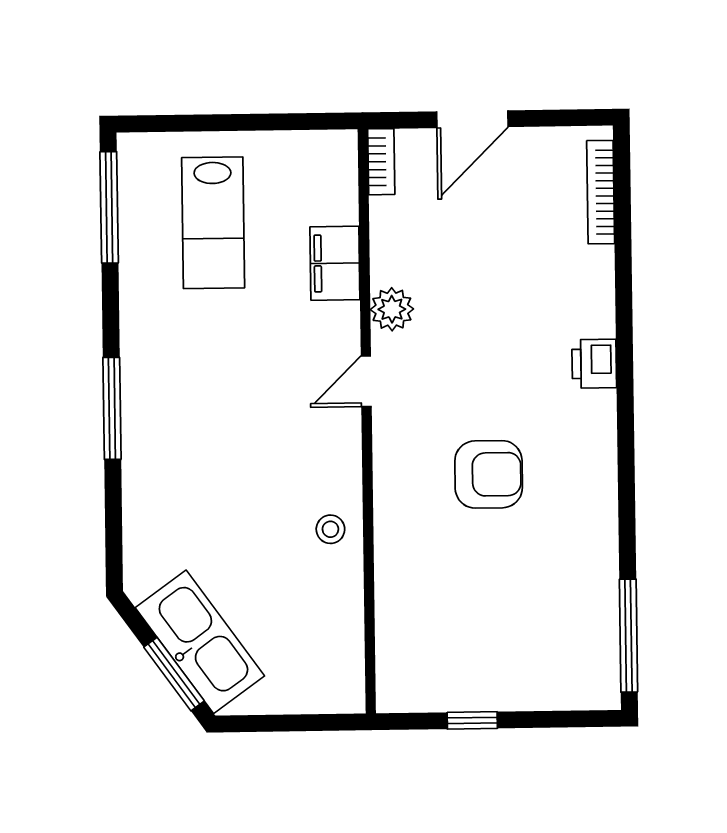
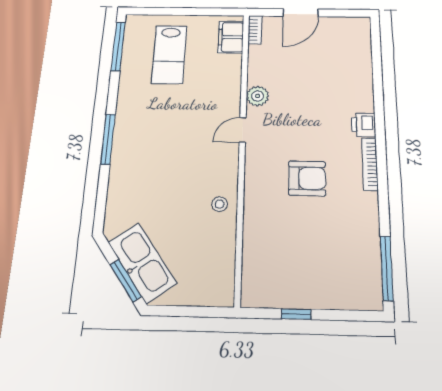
bookcase: (601, 192) -> (370, 164), moved
filing cabinet: (335, 263) -> (231, 37), moved

